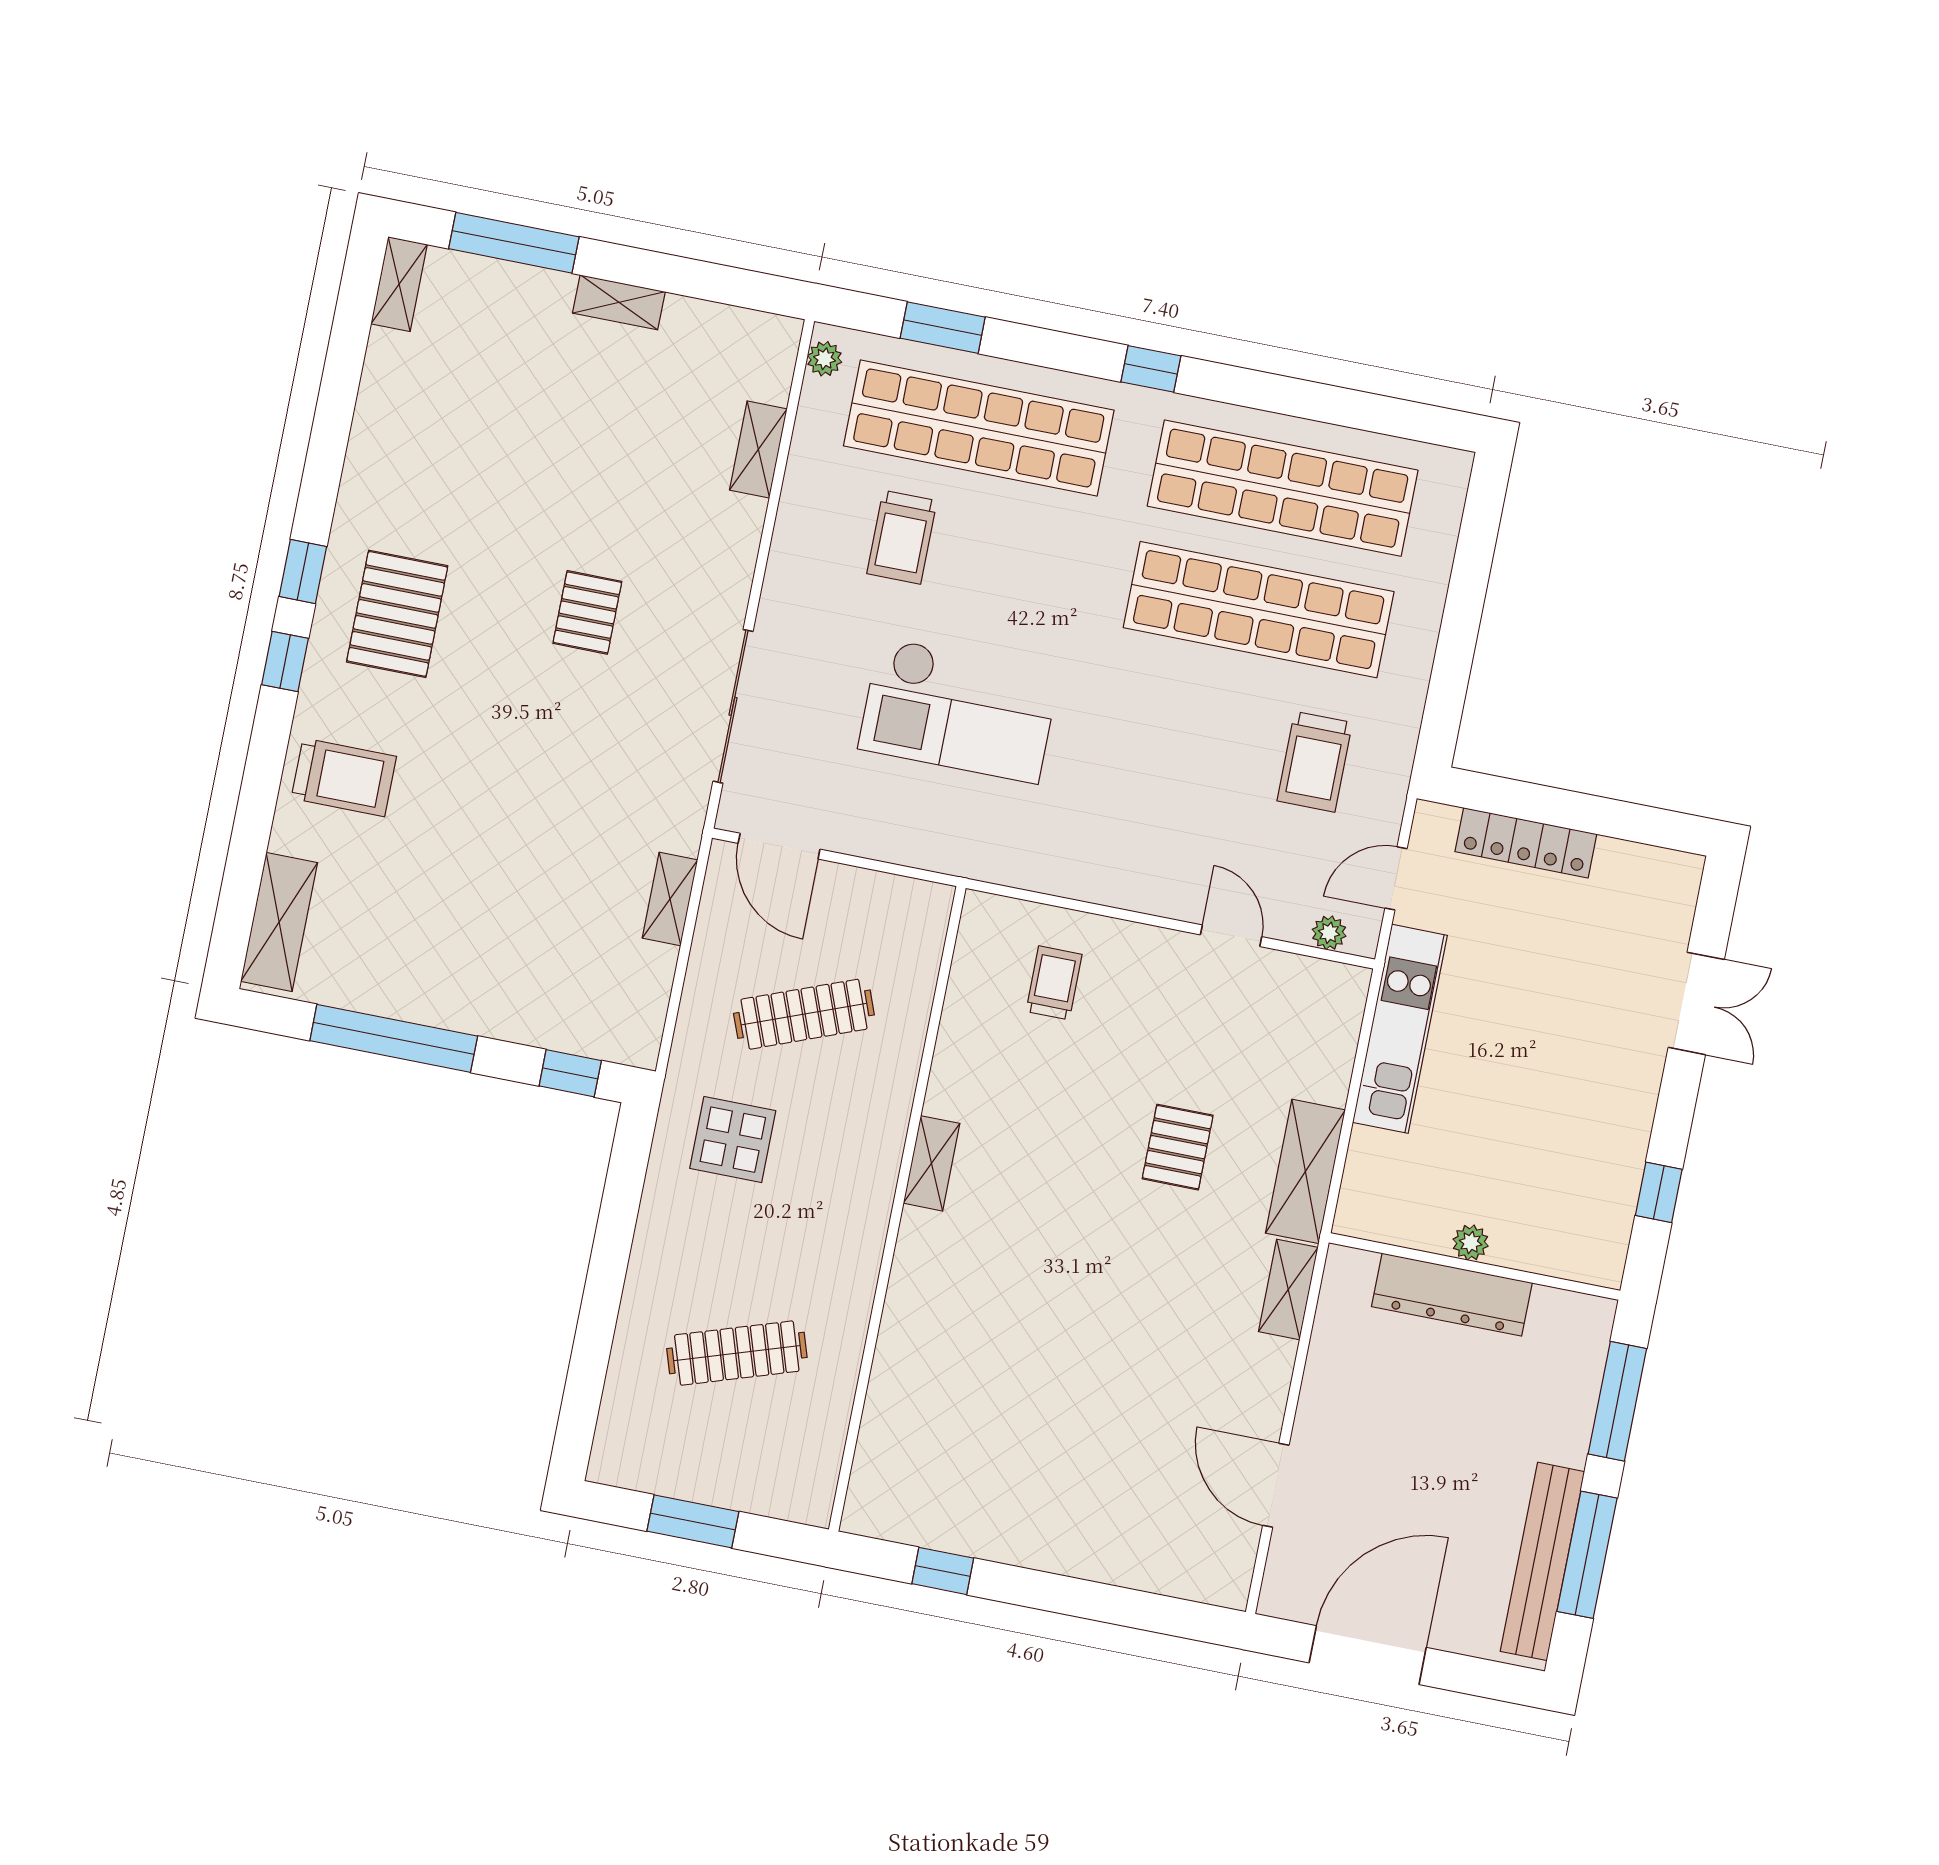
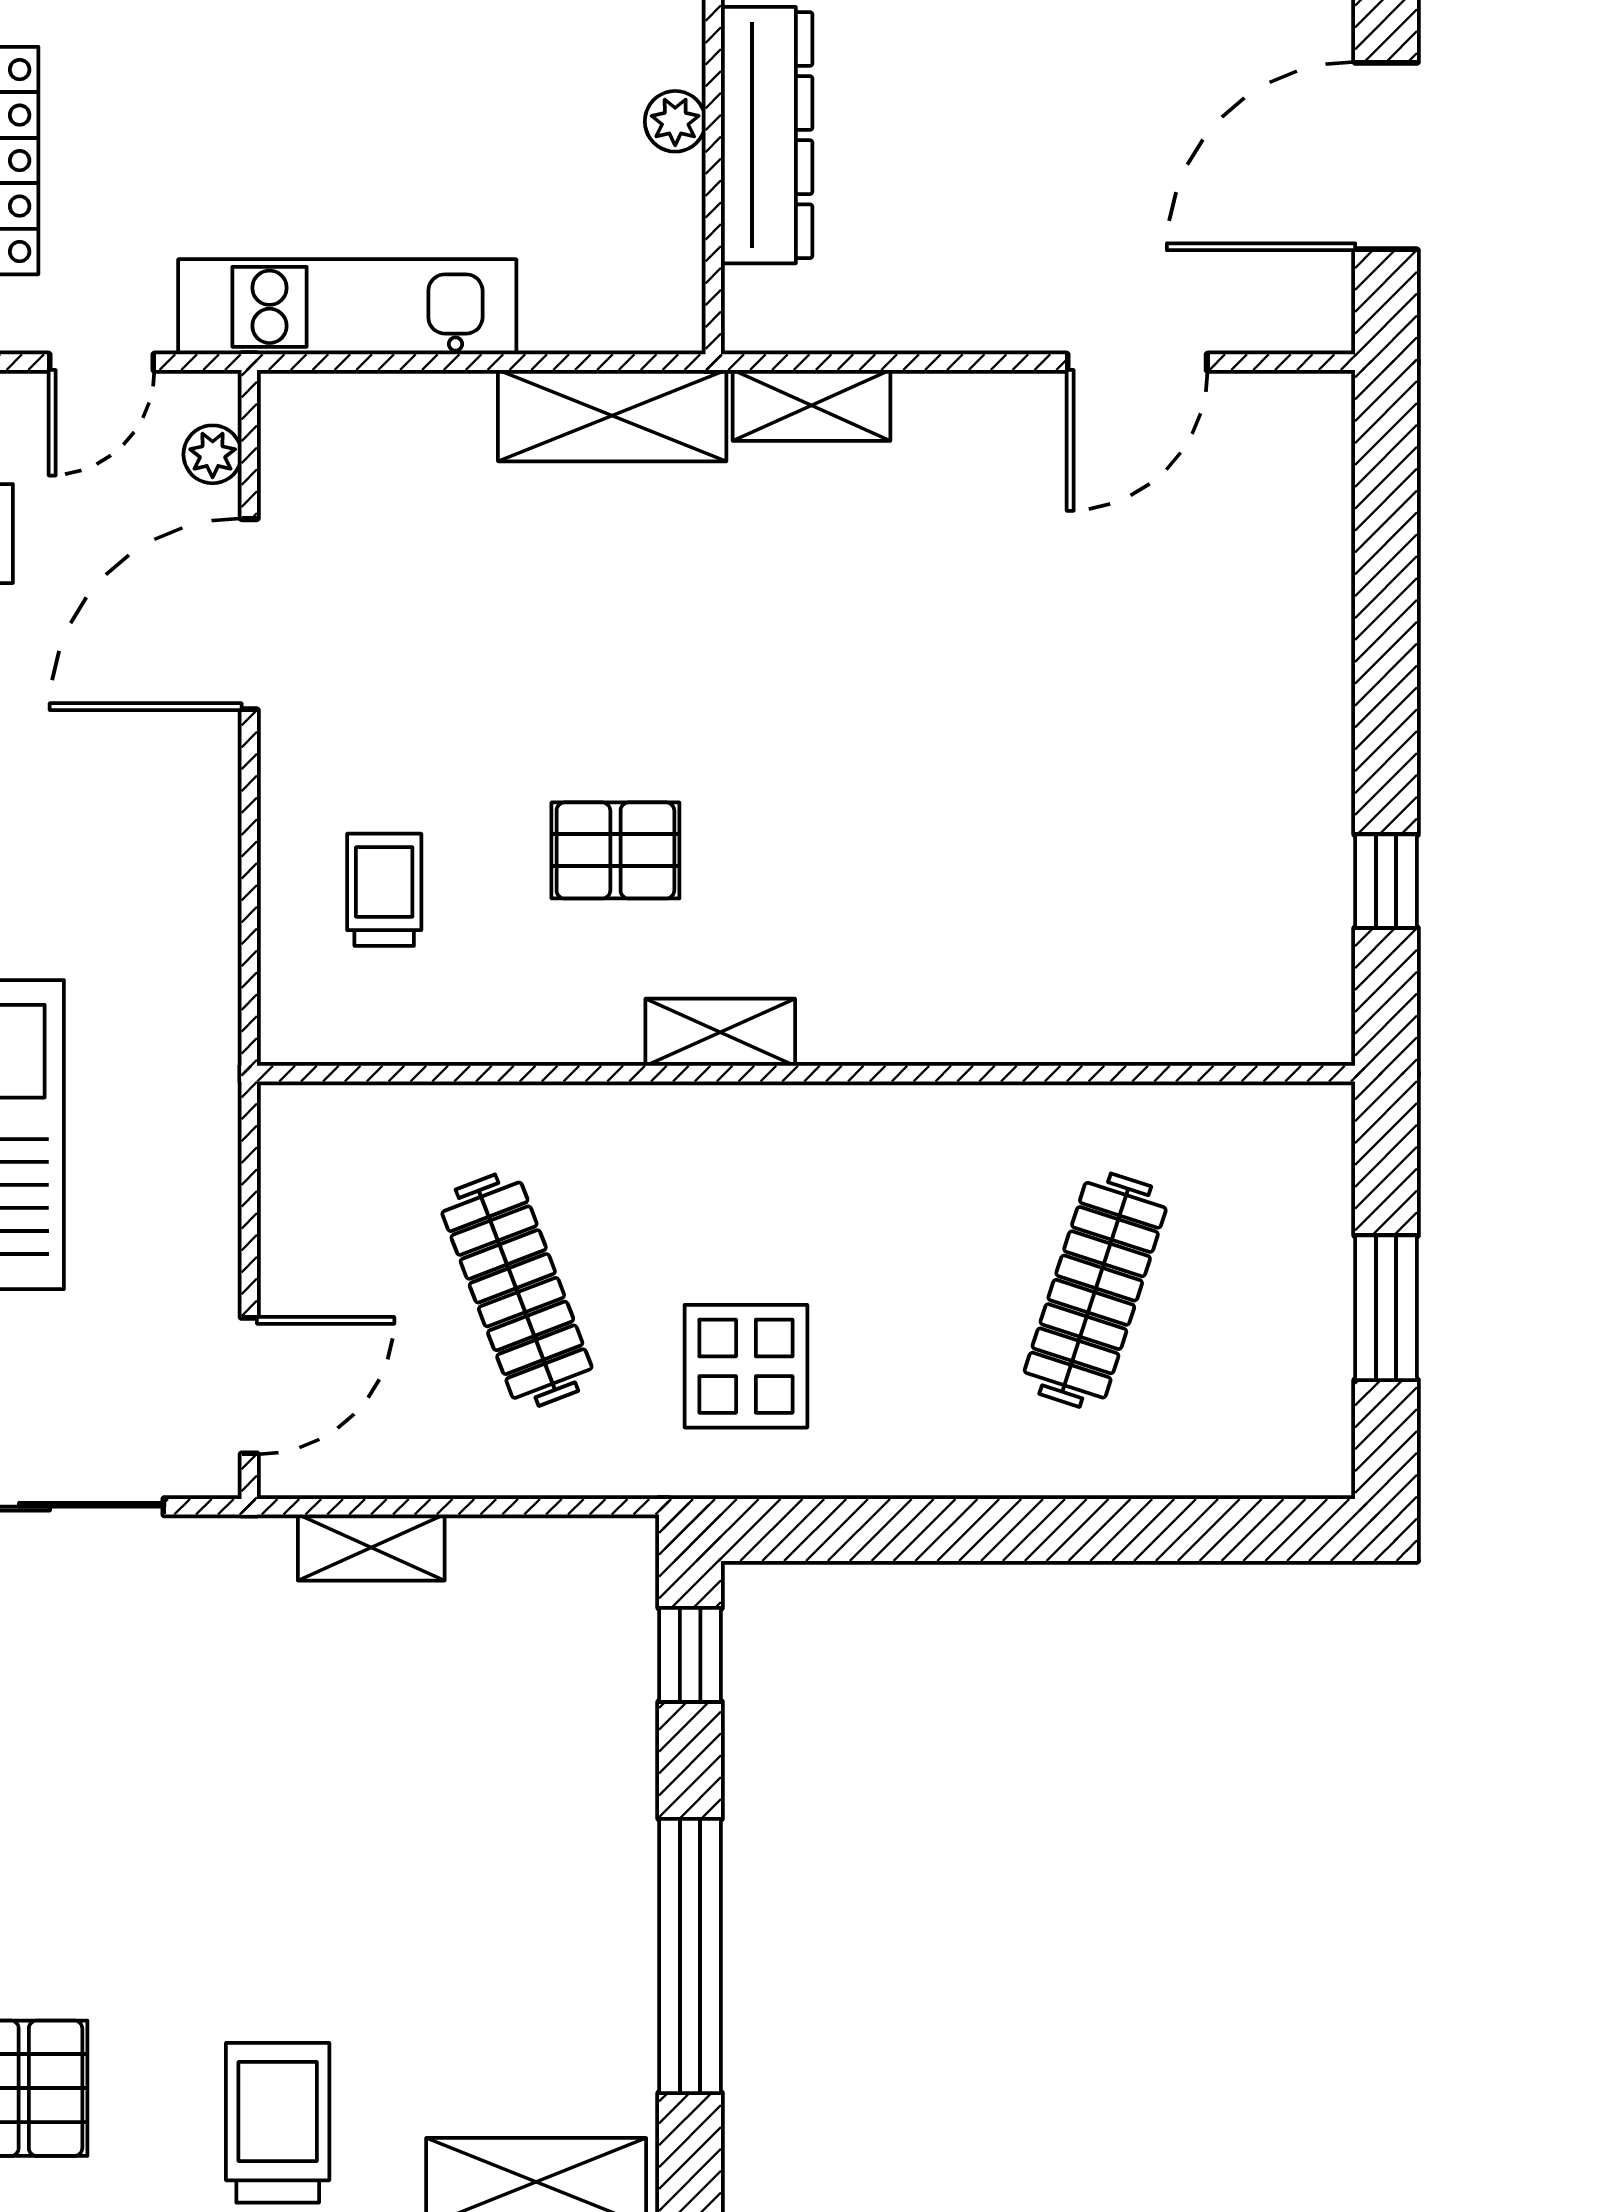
door: (1396, 878) -> (102, 362), hinge flipped
door: (1231, 936) -> (249, 614), width x1.88
trolley: (1054, 983) -> (384, 890), turned 90
pallet: (1178, 1147) -> (615, 850), moved
clothes rail: (737, 1353) -> (1095, 1290), turned 36
door: (1368, 1655) -> (1386, 156), hinge flipped

